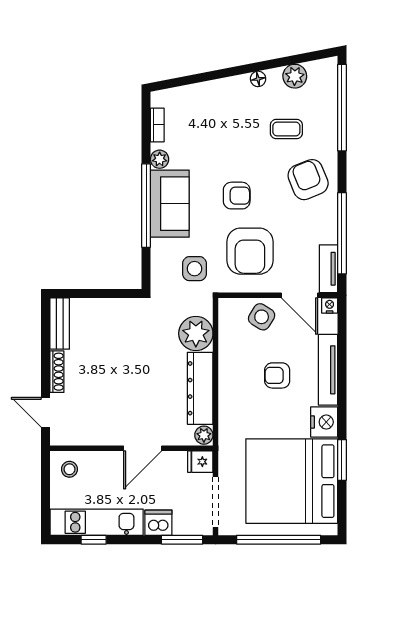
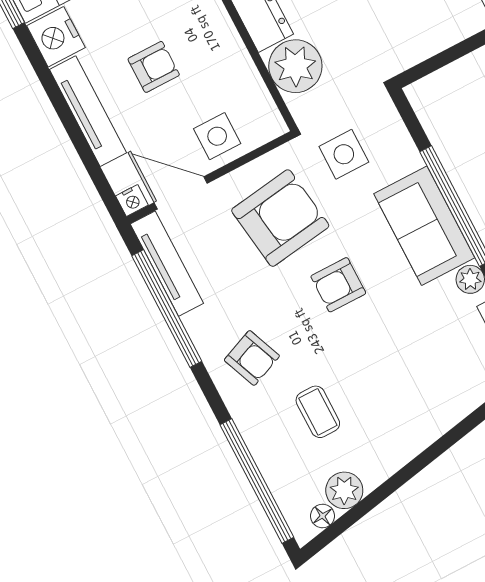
floor lamp: (258, 79) -> (323, 516), moved
coffee table: (286, 129) -> (318, 412), turned 90
armchair: (308, 180) -> (252, 358), width x0.72, depth x0.72
armchair: (250, 251) -> (280, 218), turned 82
tv unit: (328, 269) -> (167, 264), width x1.41
side table: (262, 317) -> (217, 136), turned -32

